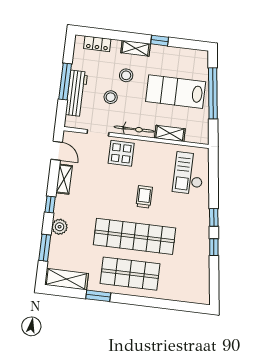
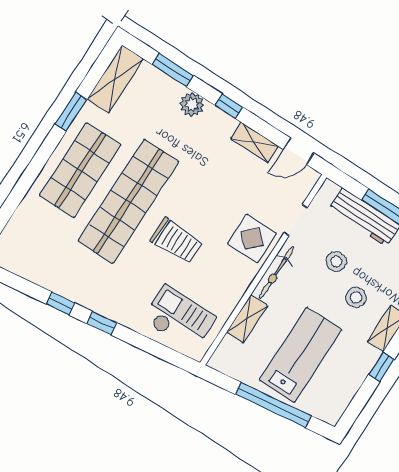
trolley: (144, 197) -> (176, 241), width x1.36, depth x1.39

